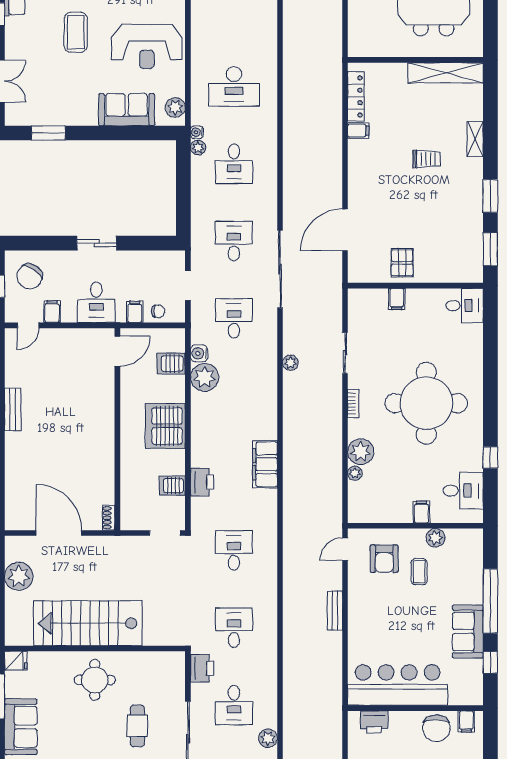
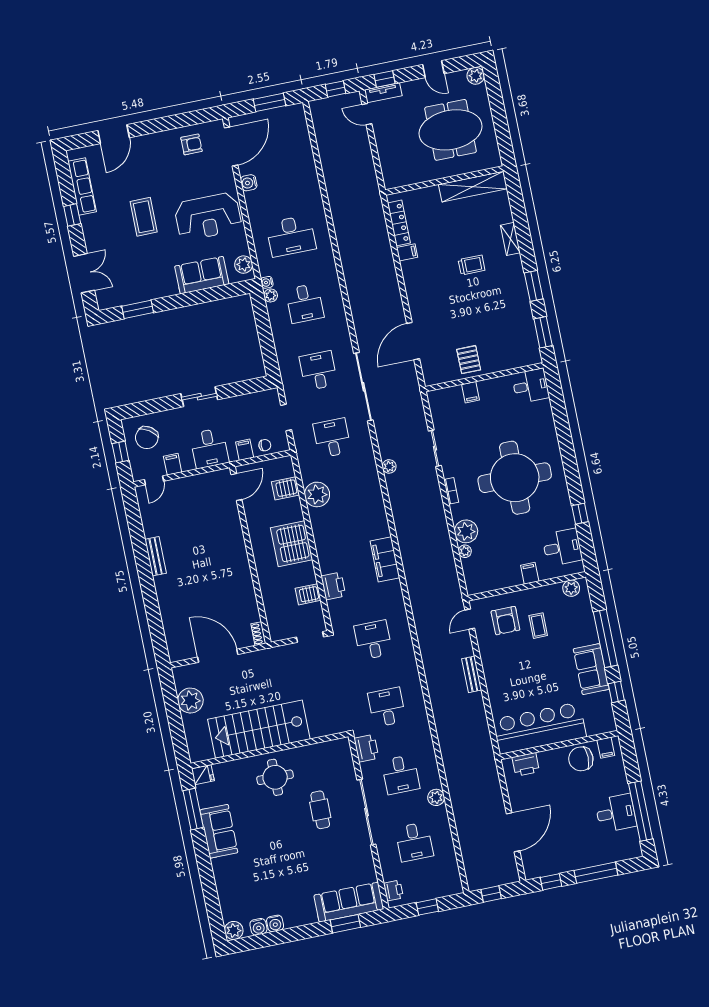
water cooler: (199, 353) -> (249, 183), moved
plant: (435, 538) -> (571, 588), moved
chair: (436, 728) -> (581, 759), turned 90

